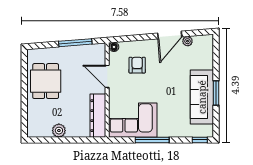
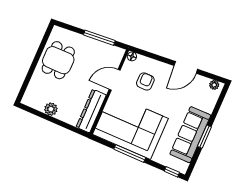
plant: (187, 41) -> (214, 85), moved
door: (107, 76) -> (115, 80), hinge flipped
corner sofa: (133, 120) -> (130, 126), width x1.36, depth x1.36

